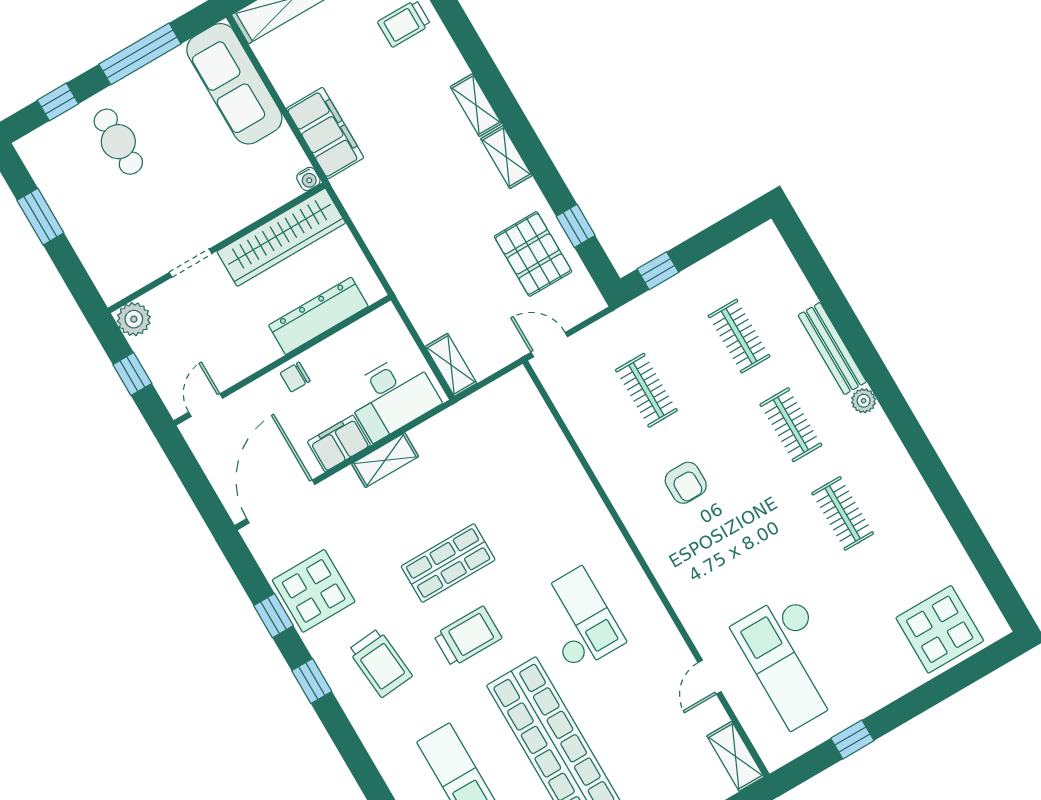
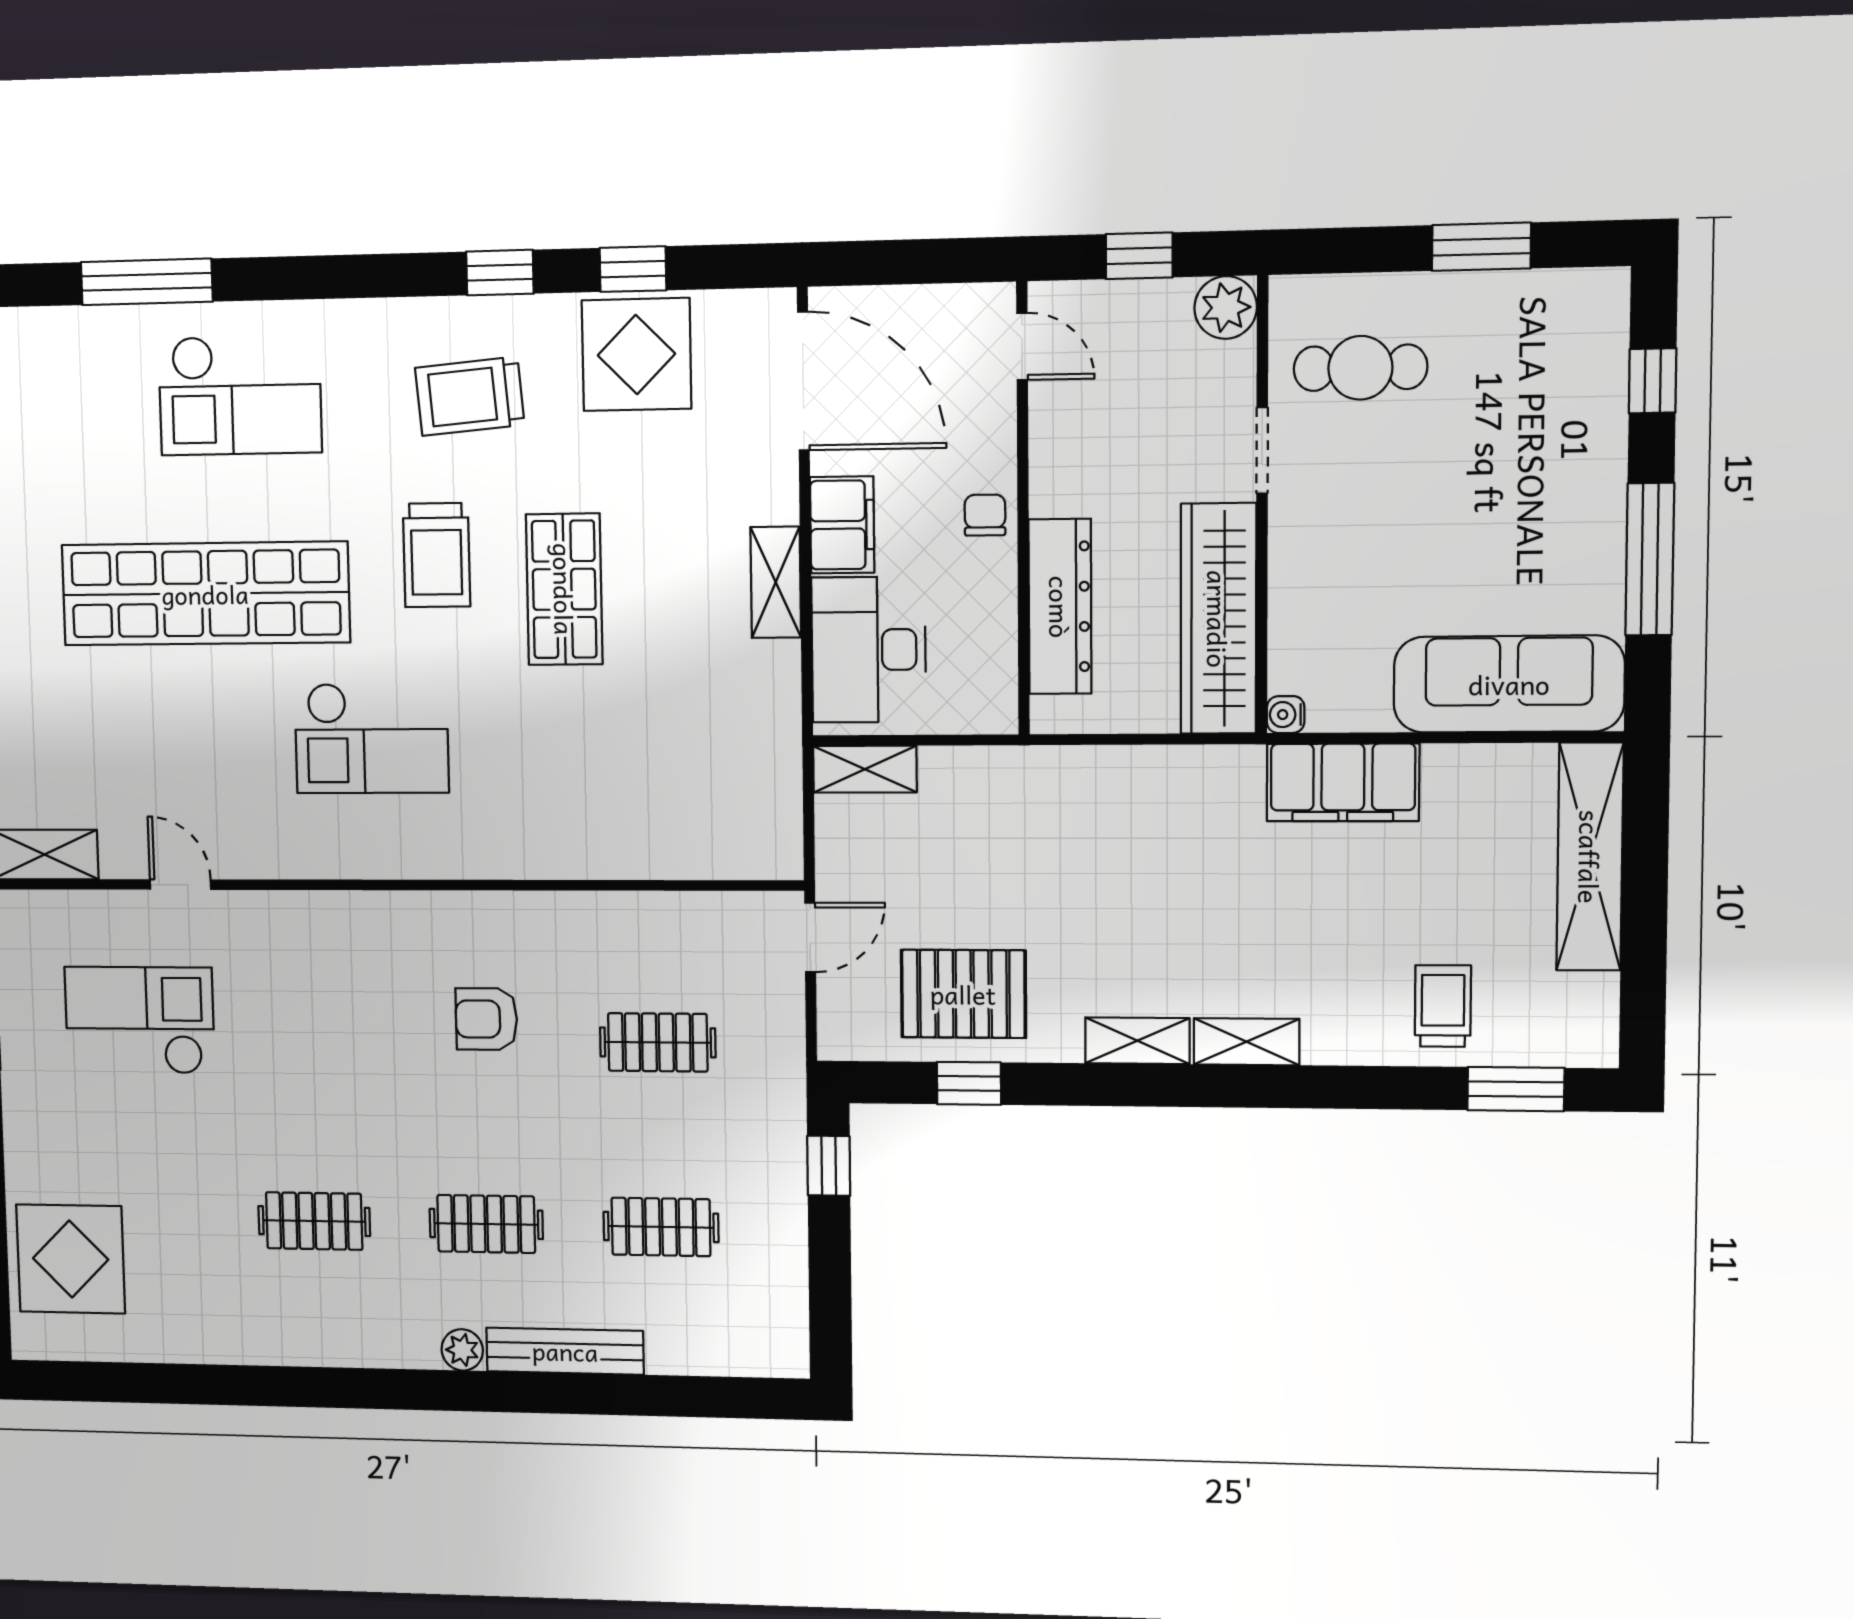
cafe table: (118, 142) -> (1360, 368), moved
checkout: (792, 660) -> (140, 1020), width x0.73, depth x0.83

